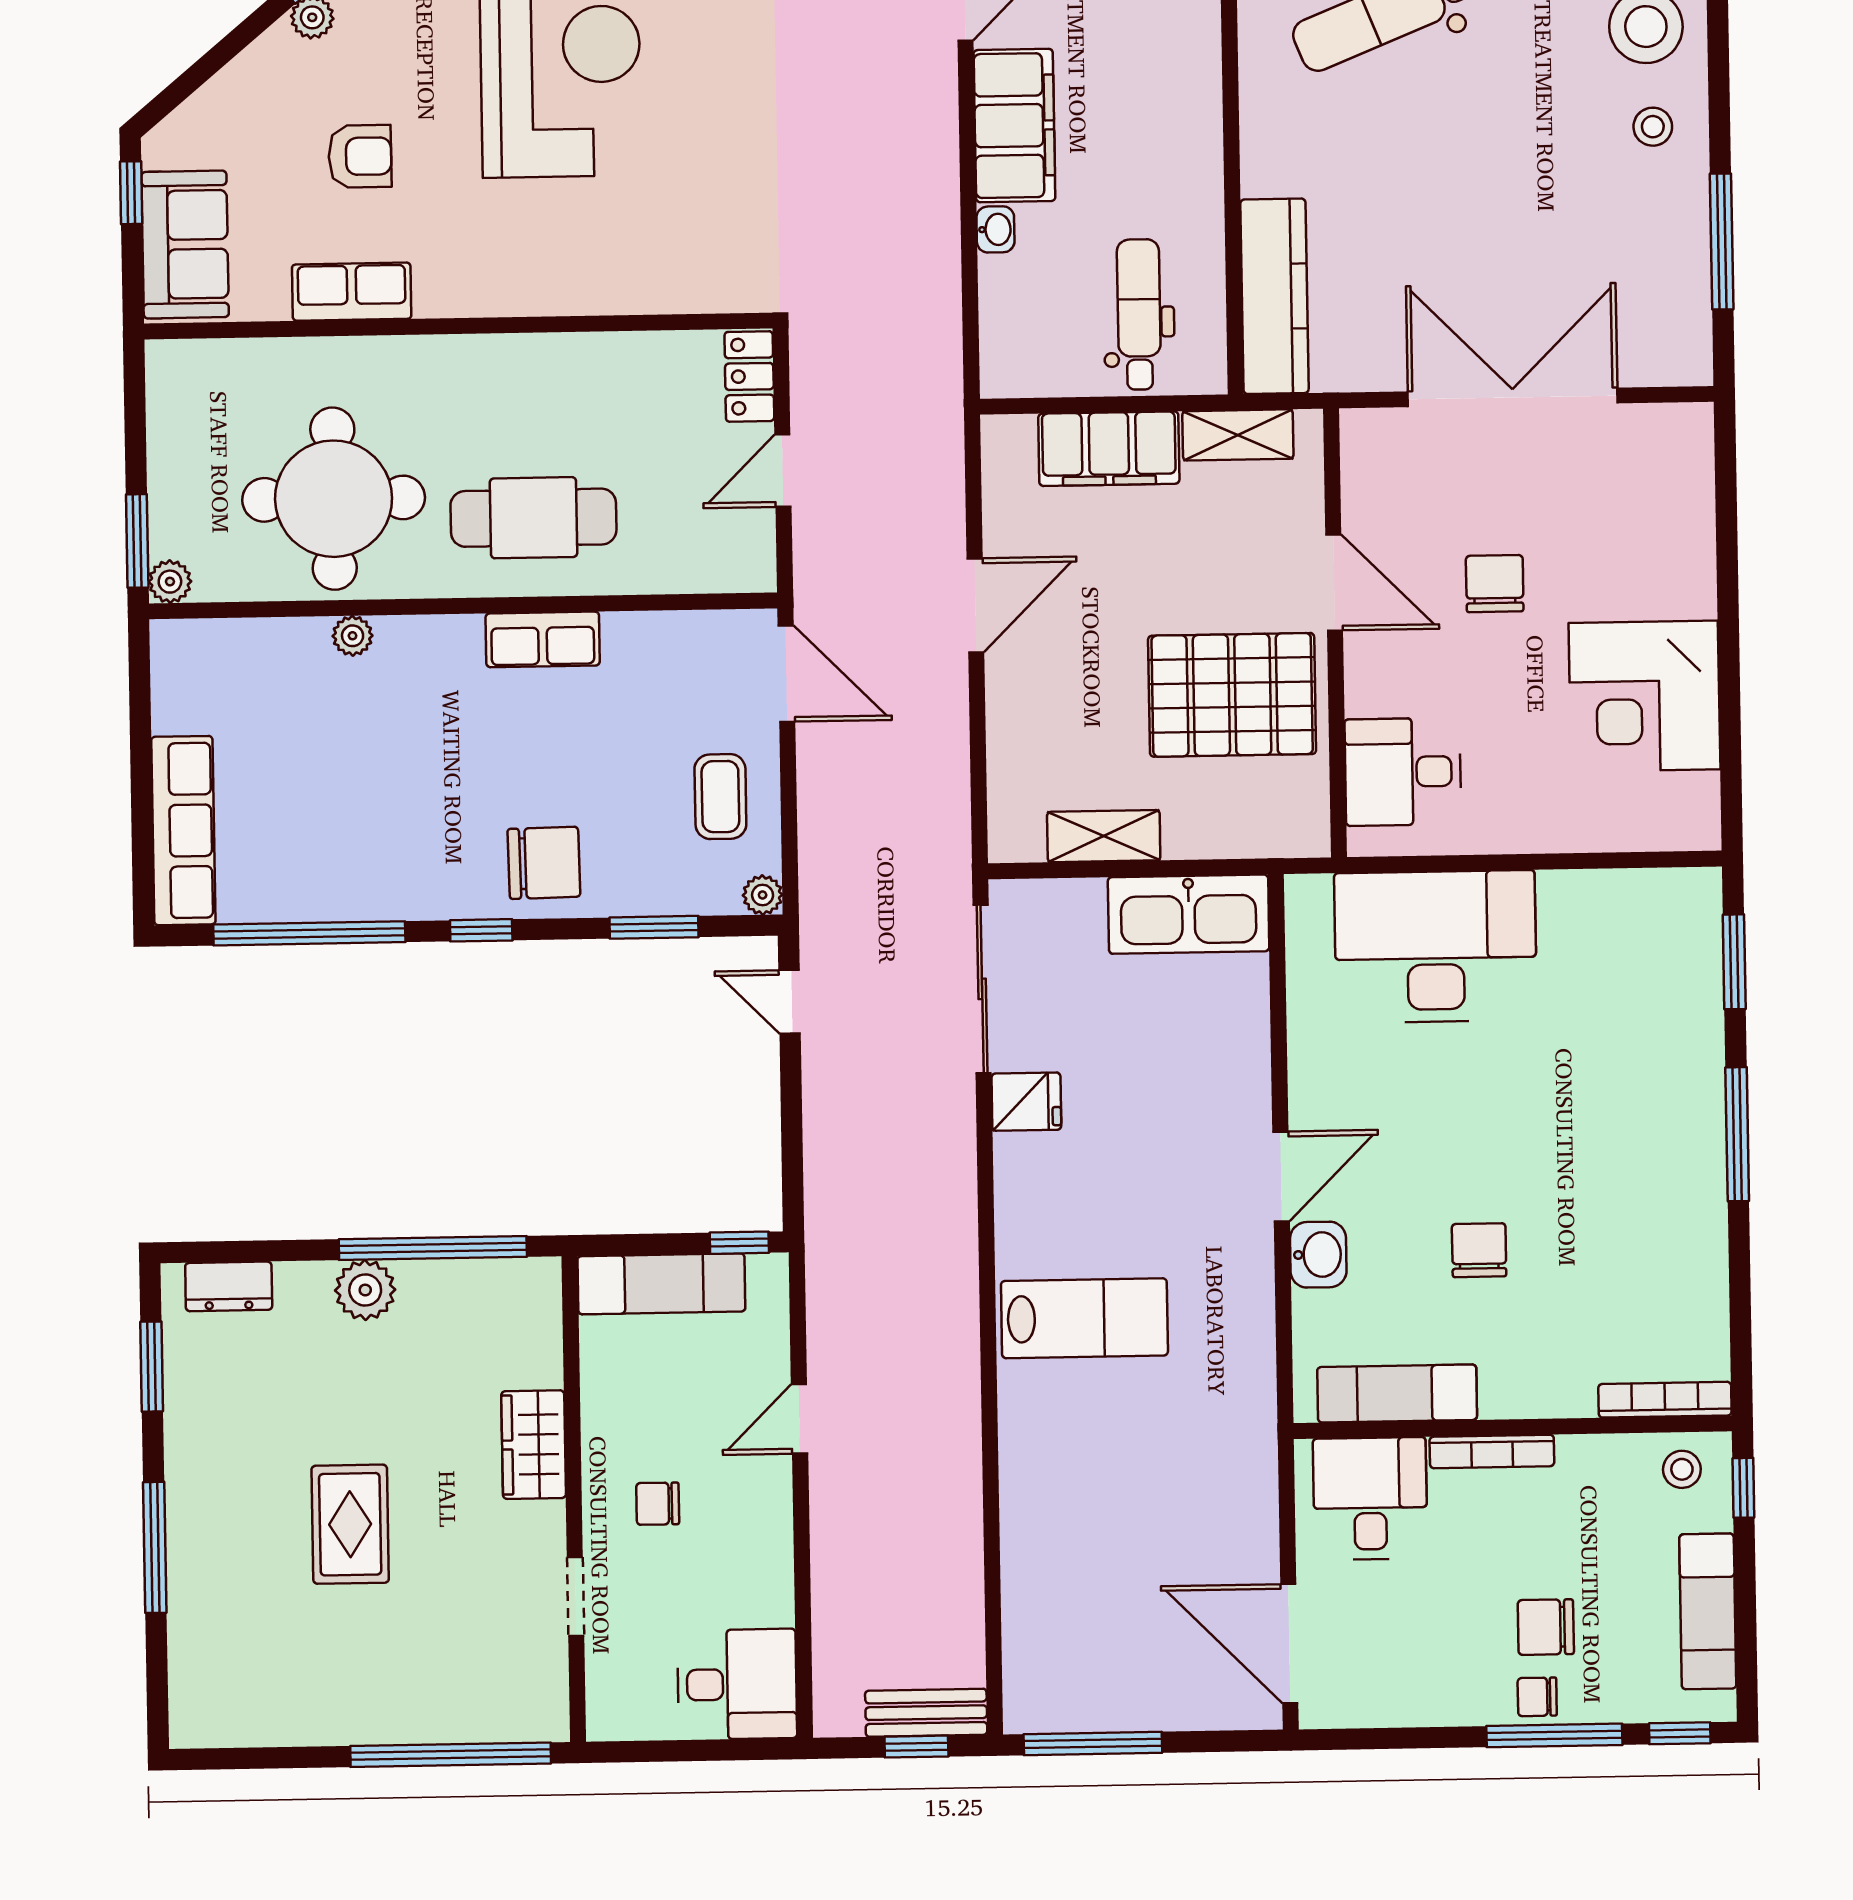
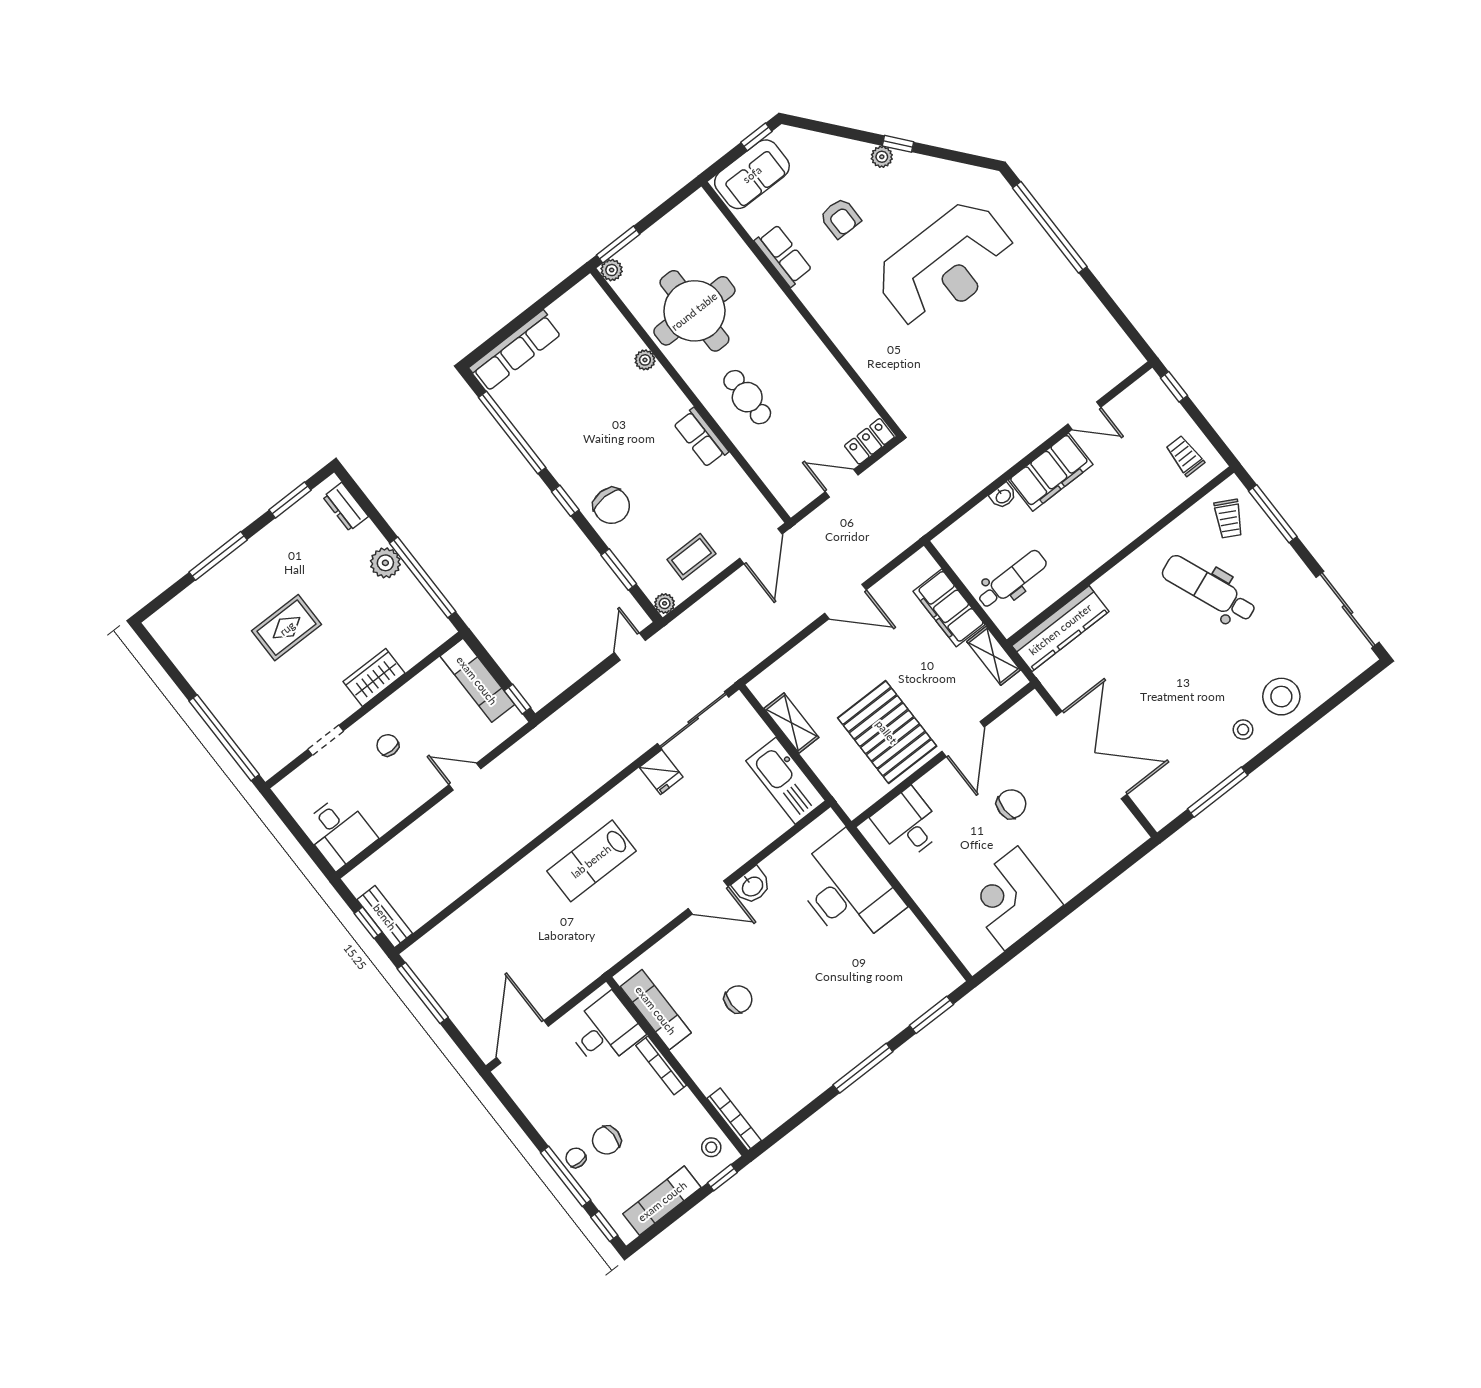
cafe table: (533, 518) -> (747, 397), width x0.73, depth x0.74
washbasin: (1318, 1255) -> (752, 886), moved
lab bench: (1084, 1318) -> (591, 861), turned 90
chair: (1546, 1627) -> (607, 1140), turned -90

